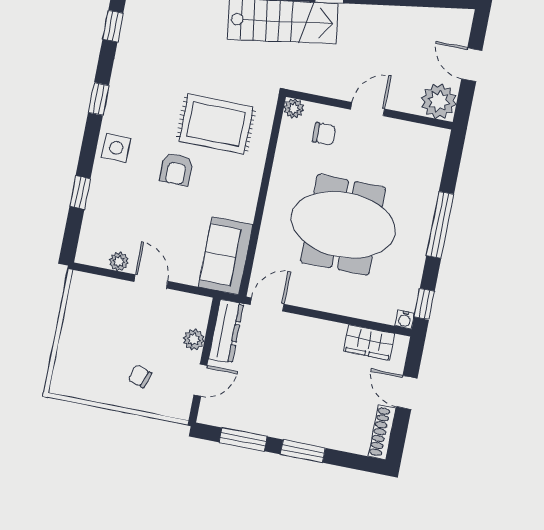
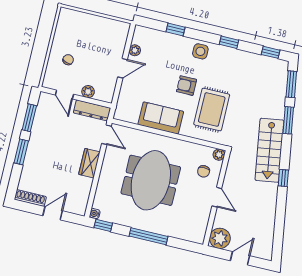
sofa: (226, 256) -> (161, 118), moved
wardrobe: (369, 342) -> (89, 163), moved

